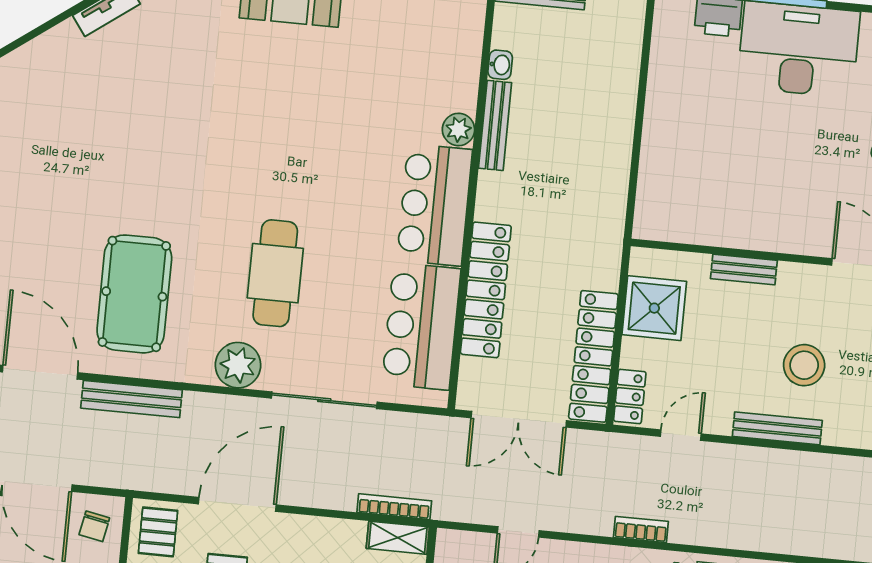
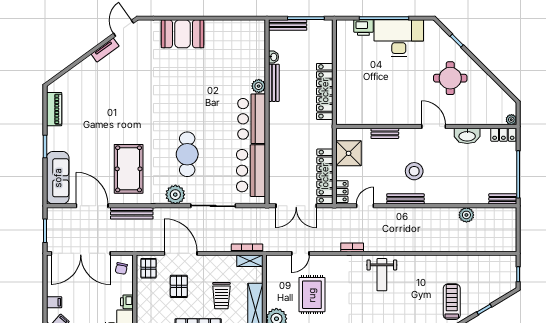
locker: (486, 290) -> (325, 91), moved, turned 180
door: (237, 504) -> (181, 253), hinge flipped

